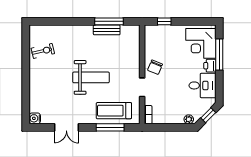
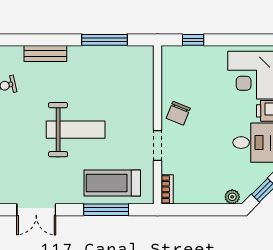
bench: (107, 30) -> (45, 54), moved

